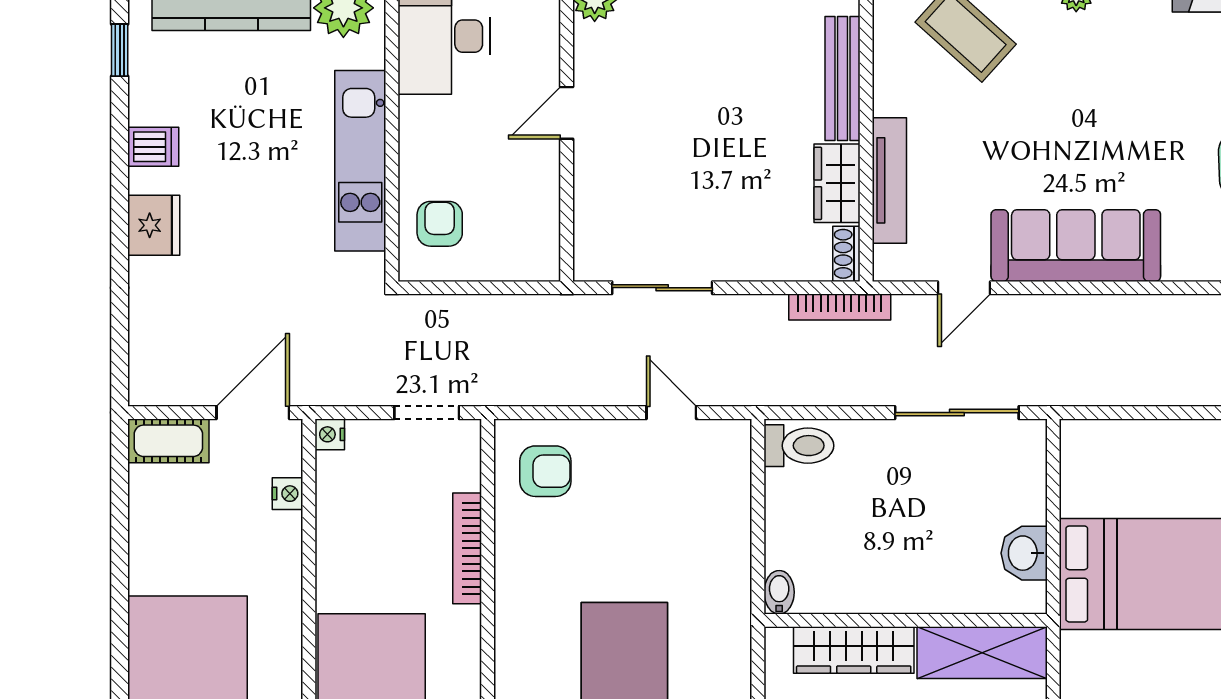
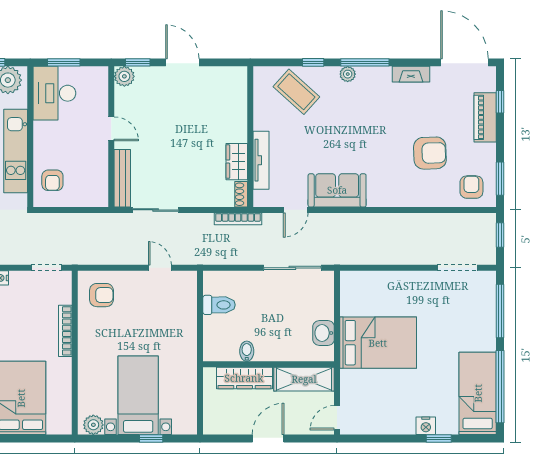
bench: (842, 79) -> (122, 178), moved
door: (567, 113) -> (111, 129), swing flipped
armchair: (440, 224) -> (52, 180), turned 180
sofa: (1076, 246) -> (337, 190), width x0.73
toilet: (799, 446) -> (219, 305), moved
bidet: (779, 592) -> (247, 351), moved

